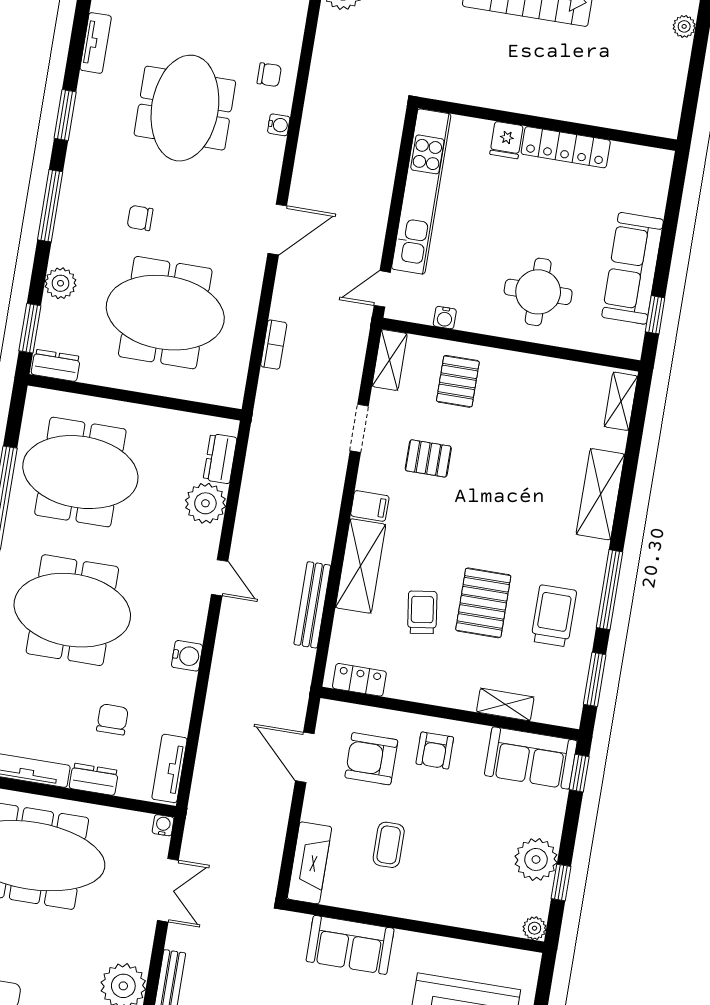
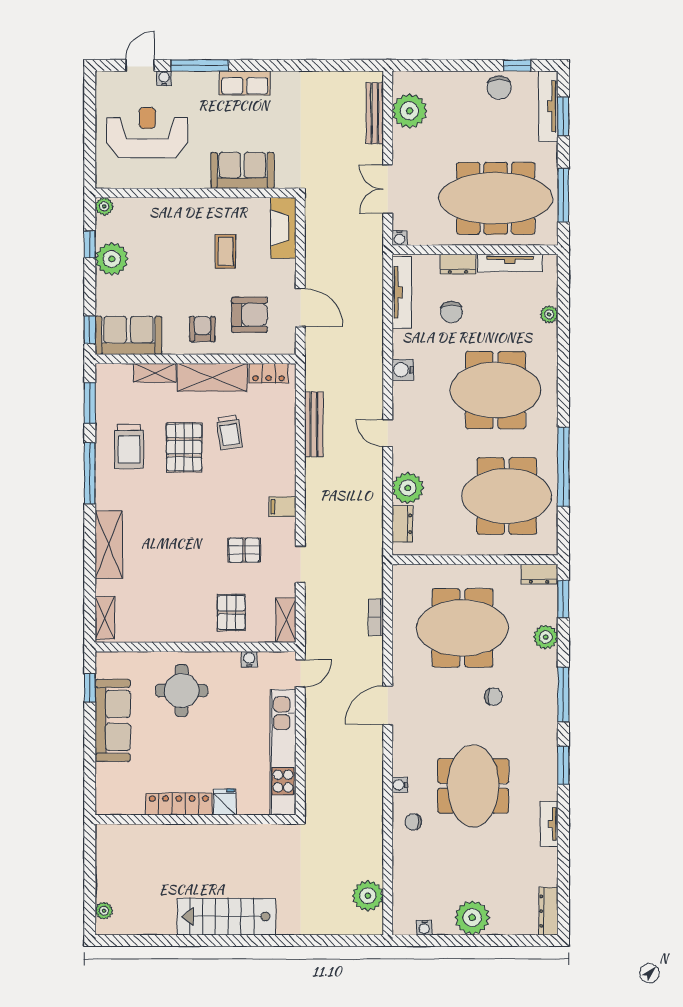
shelving: (361, 566) -> (212, 377), moved, turned 90
tv unit: (169, 768) -> (402, 292), width x1.41

